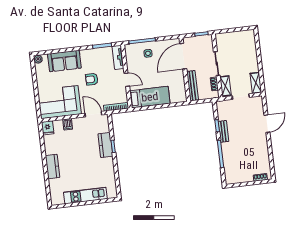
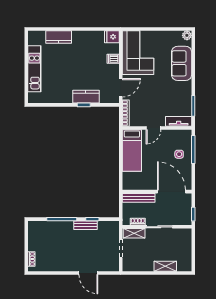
armchair: (92, 79) -> (159, 90), removed
shelving: (256, 83) -> (165, 266), moved
kitchen counter: (53, 167) -> (59, 37), moved

